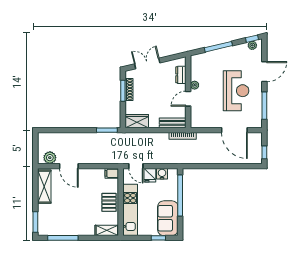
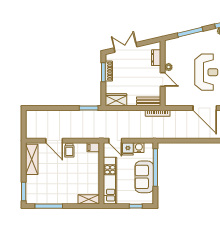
door: (188, 99) -> (163, 79), swing flipped
plant: (50, 158) -> (37, 133), removed
trolley: (86, 177) -> (69, 150), added
pallet: (109, 202) -> (91, 174), removed
sofa: (168, 218) -> (144, 177), moved

